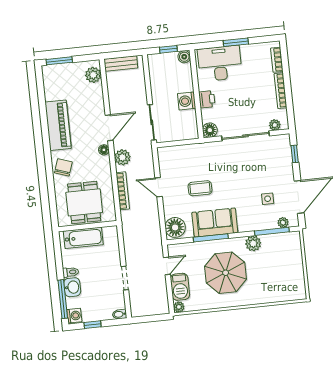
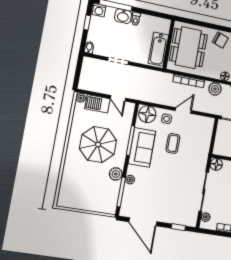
side table: (268, 199) -> (167, 119), moved
dining table: (84, 202) -> (188, 48), width x1.38
plant: (283, 223) -> (130, 180), moved
bathtub: (83, 238) -> (158, 49), moved

